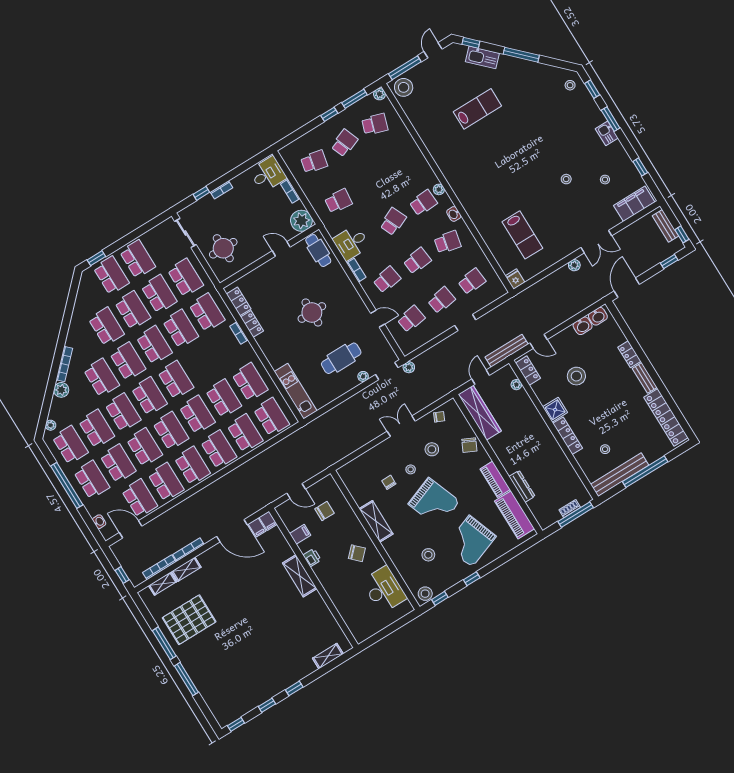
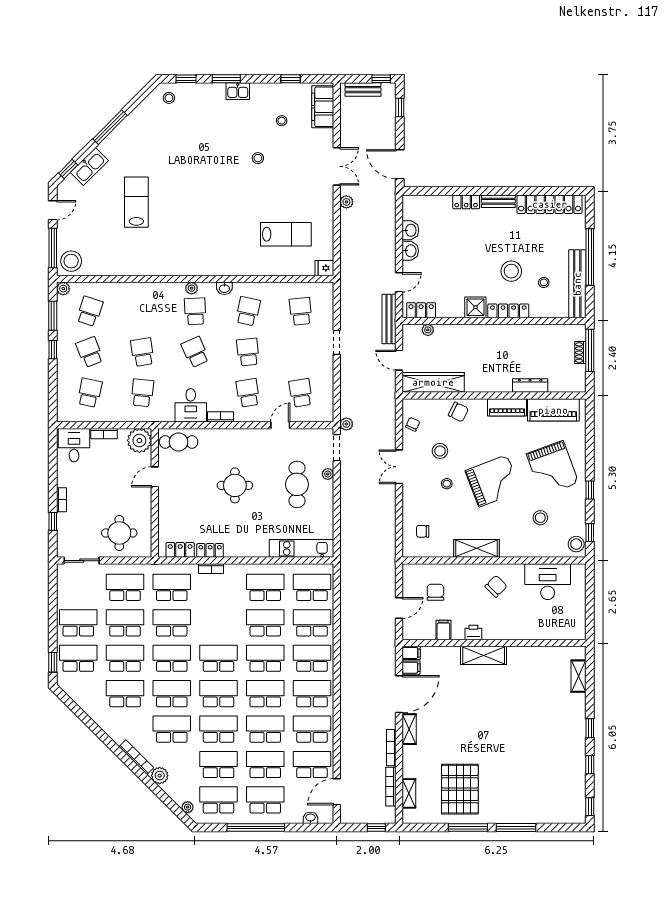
door: (433, 50) -> (53, 210), swing flipped
school desk: (441, 300) -> (142, 352), moved
washbasin: (598, 316) -> (410, 251), moved
stool: (576, 376) -> (511, 271), moved
chair: (389, 482) -> (423, 531), moved
shelving: (186, 569) -> (409, 729), moved

